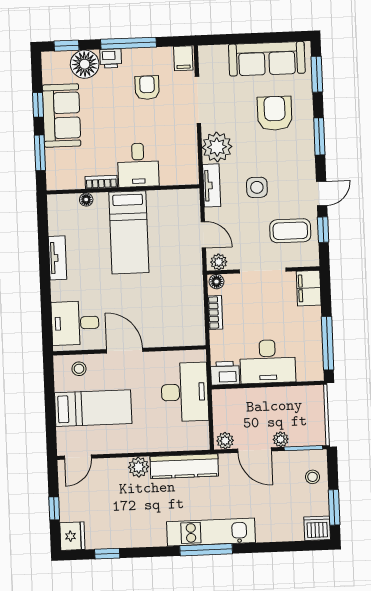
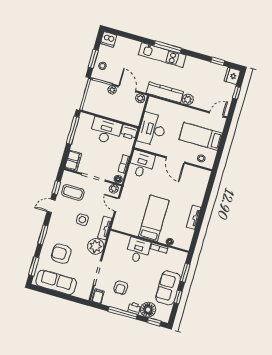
armchair: (275, 113) -> (61, 254), turned 90
desk: (75, 323) -> (142, 164), moved, turned -90
window: (334, 507) -> (93, 59), moved

